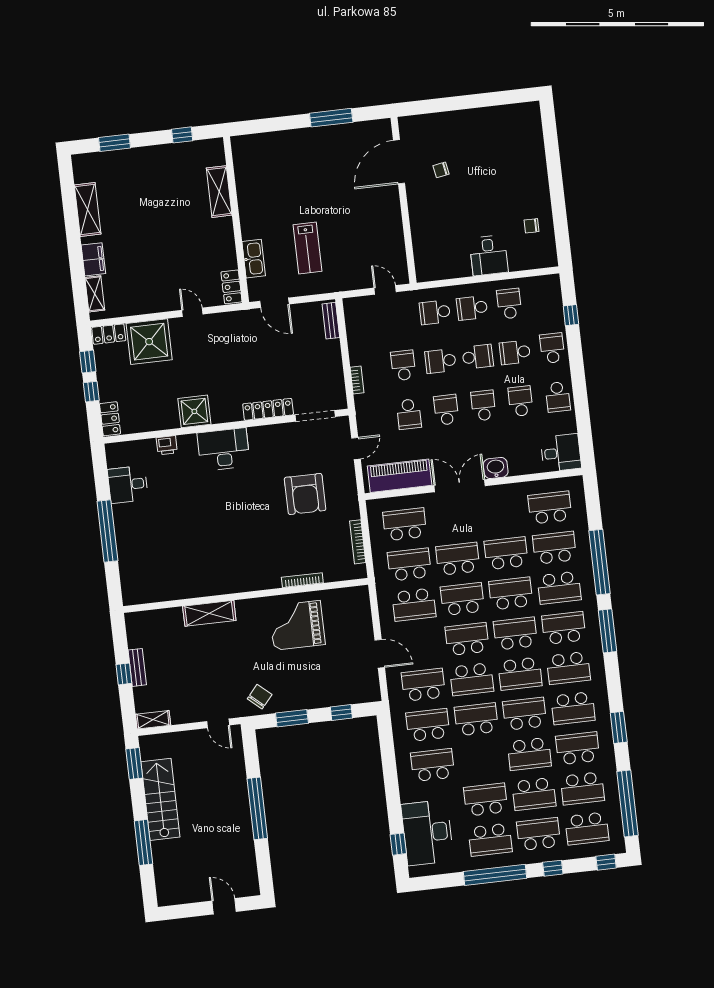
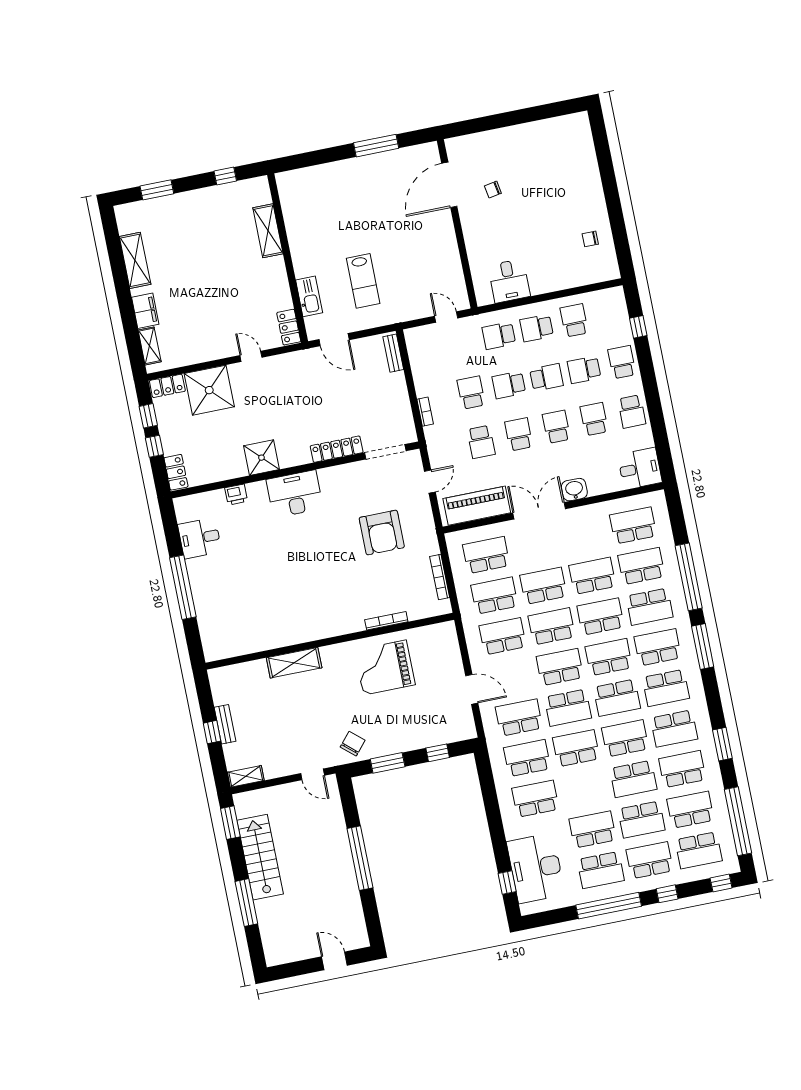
desk: (489, 255) -> (509, 281), moved
school desk: (414, 605) -> (503, 636), turned 180
school desk: (582, 788) -> (690, 810), turned 180

